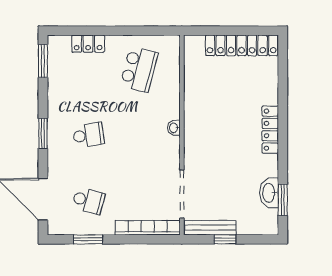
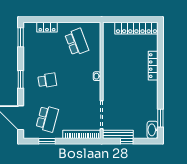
school desk: (139, 69) -> (77, 42), turned -36
locker: (270, 130) -> (153, 66), moved
washbasin: (269, 193) -> (152, 130), moved
school desk: (88, 201) -> (47, 119), width x1.85

